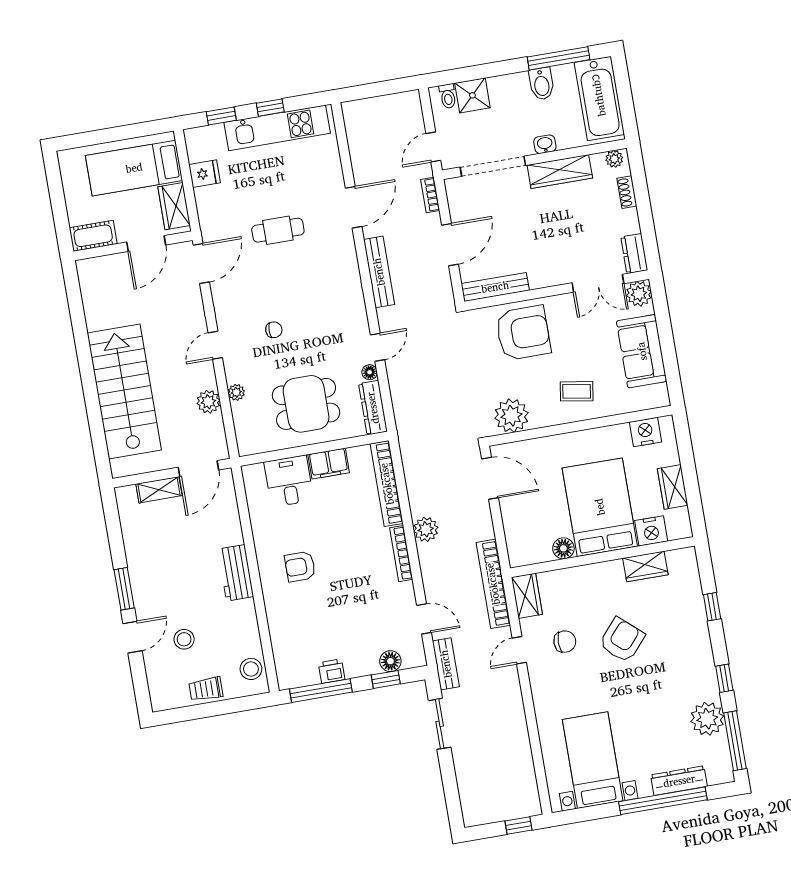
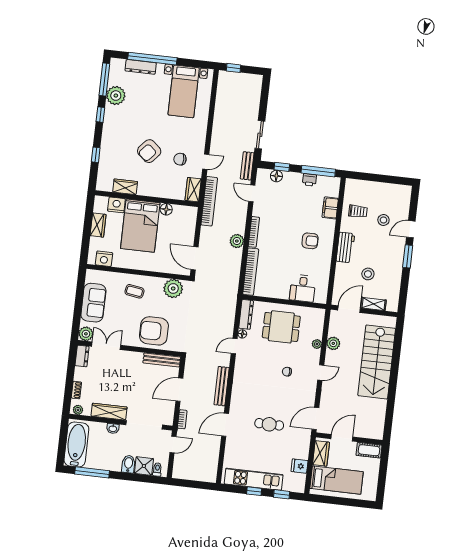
bidet: (542, 84) -> (128, 464), moved
filing cabinet: (329, 464) -> (330, 208), moved, turned -90
stool: (251, 669) -> (368, 274), moved
trolley: (206, 689) -> (358, 211), moved

